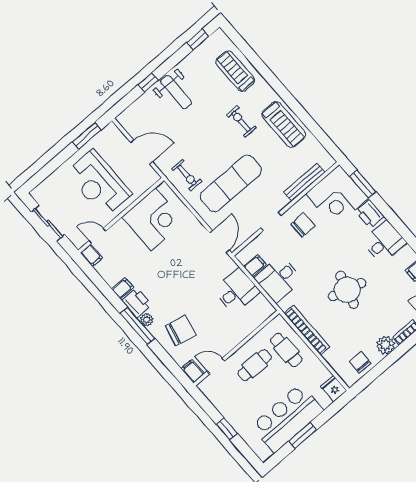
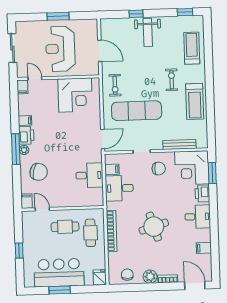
window: (87, 136) -> (58, 16), moved
round table: (347, 290) -> (154, 227), turned -33

